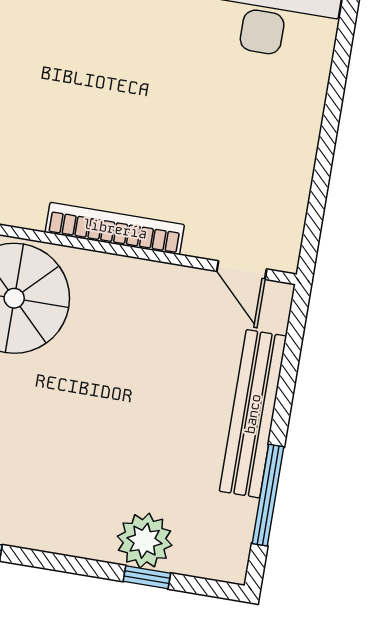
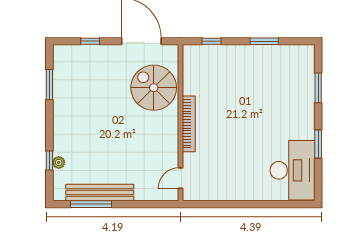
bench: (253, 414) -> (100, 193), moved
plant: (145, 541) -> (59, 162), width x0.53, depth x0.53

